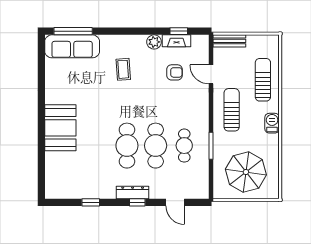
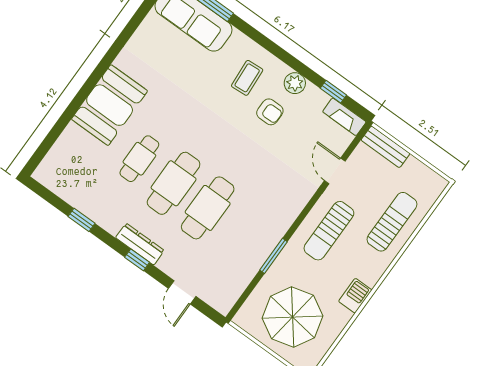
fireplace: (177, 41) -> (344, 117), moved
coffee table: (123, 69) -> (247, 78), moved
armchair: (175, 72) -> (270, 112), moved
sun lounger: (232, 110) -> (329, 231), turned 180
barbecue: (272, 123) -> (355, 296), moved
cafe table: (184, 146) -> (139, 159), moved

